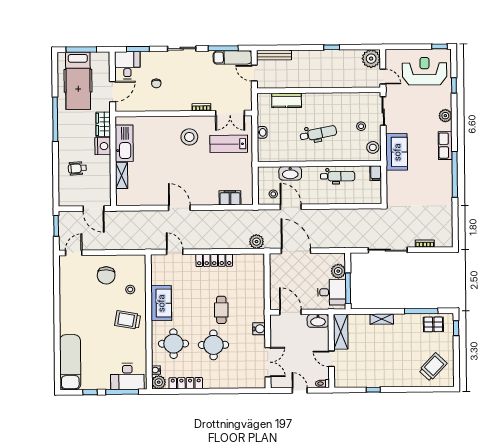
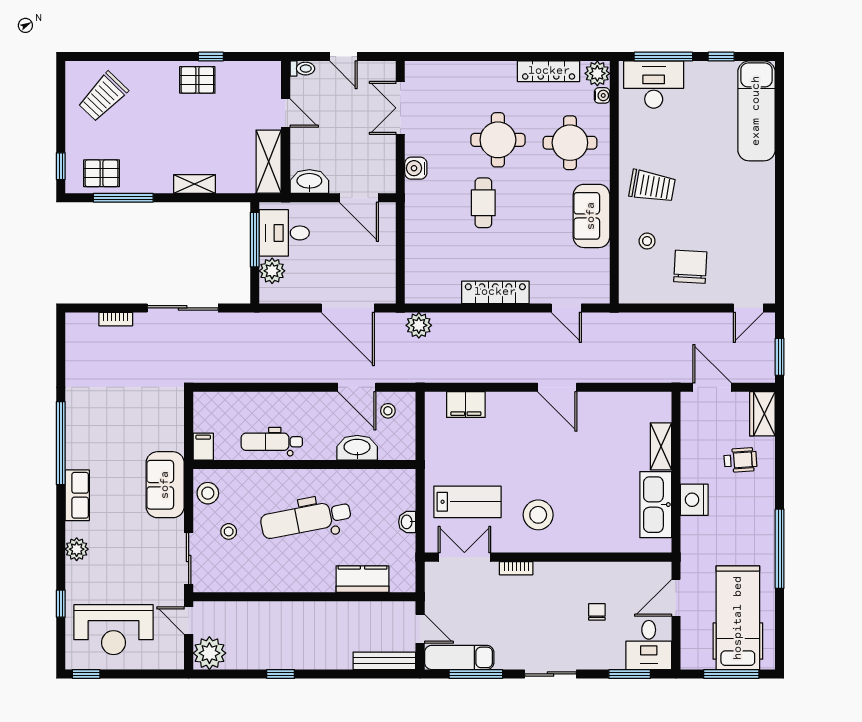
wardrobe: (103, 124) -> (762, 414), moved, turned 180
dental chair: (318, 133) -> (306, 519), width x1.36, depth x1.38
pallet: (381, 377) -> (197, 80), added

